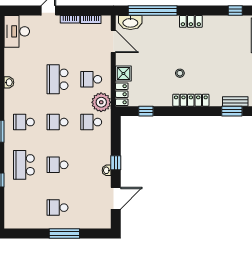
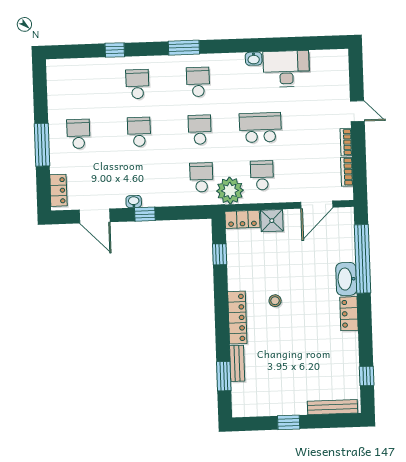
washbasin: (130, 22) -> (346, 279), moved
desk: (17, 31) -> (286, 69), moved
bench: (235, 101) -> (237, 363), moved
school desk: (24, 165) -> (137, 84), width x0.54
locker: (97, 223) -> (58, 190), added

